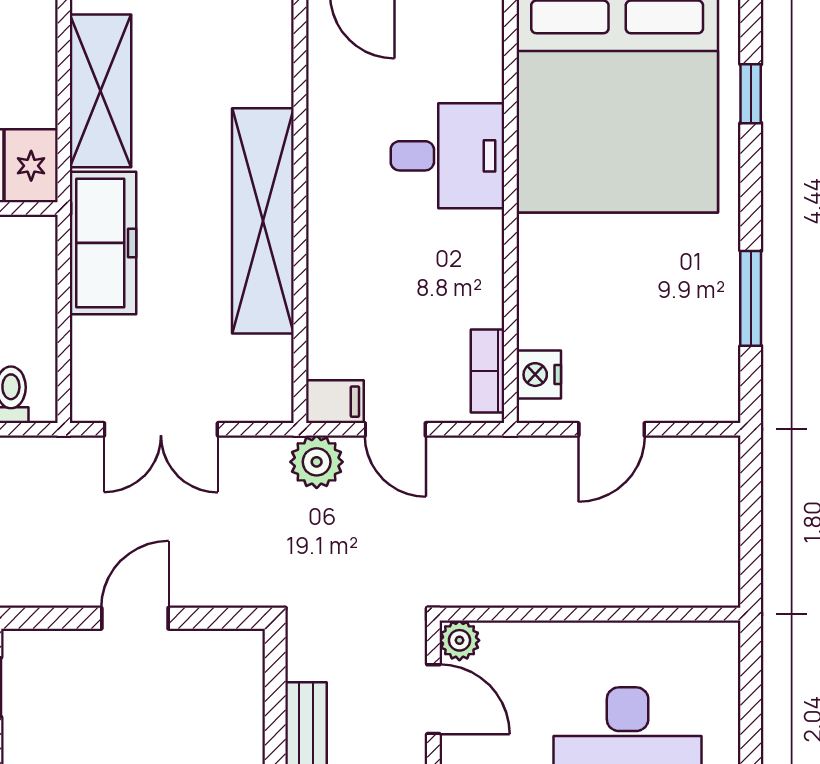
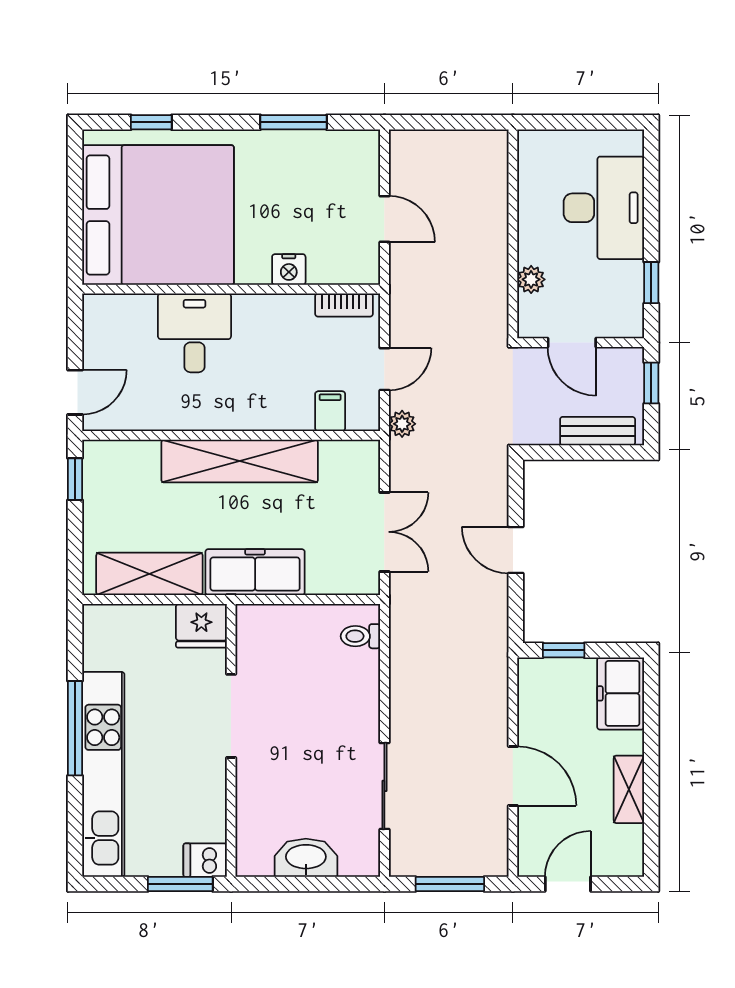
nightstand: (539, 375) -> (289, 270), moved
filing cabinet: (335, 402) -> (330, 411), moved
plant: (317, 462) -> (402, 424), width x0.73, depth x0.73
plant: (459, 640) -> (531, 279), moved
door: (433, 699) -> (572, 343), swing flipped

